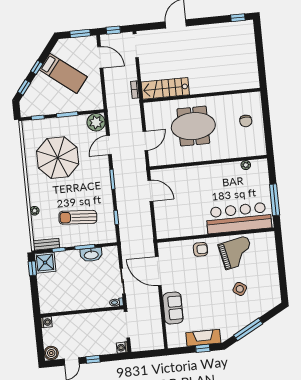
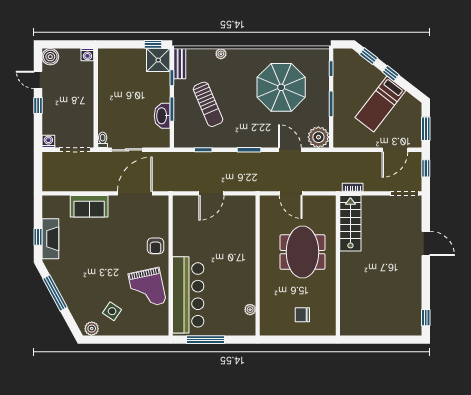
door: (150, 191) -> (211, 193), moved
sun lounger: (78, 217) -> (208, 104), turned 153
side table: (240, 289) -> (112, 311), moved
plant: (275, 296) -> (92, 329), added

